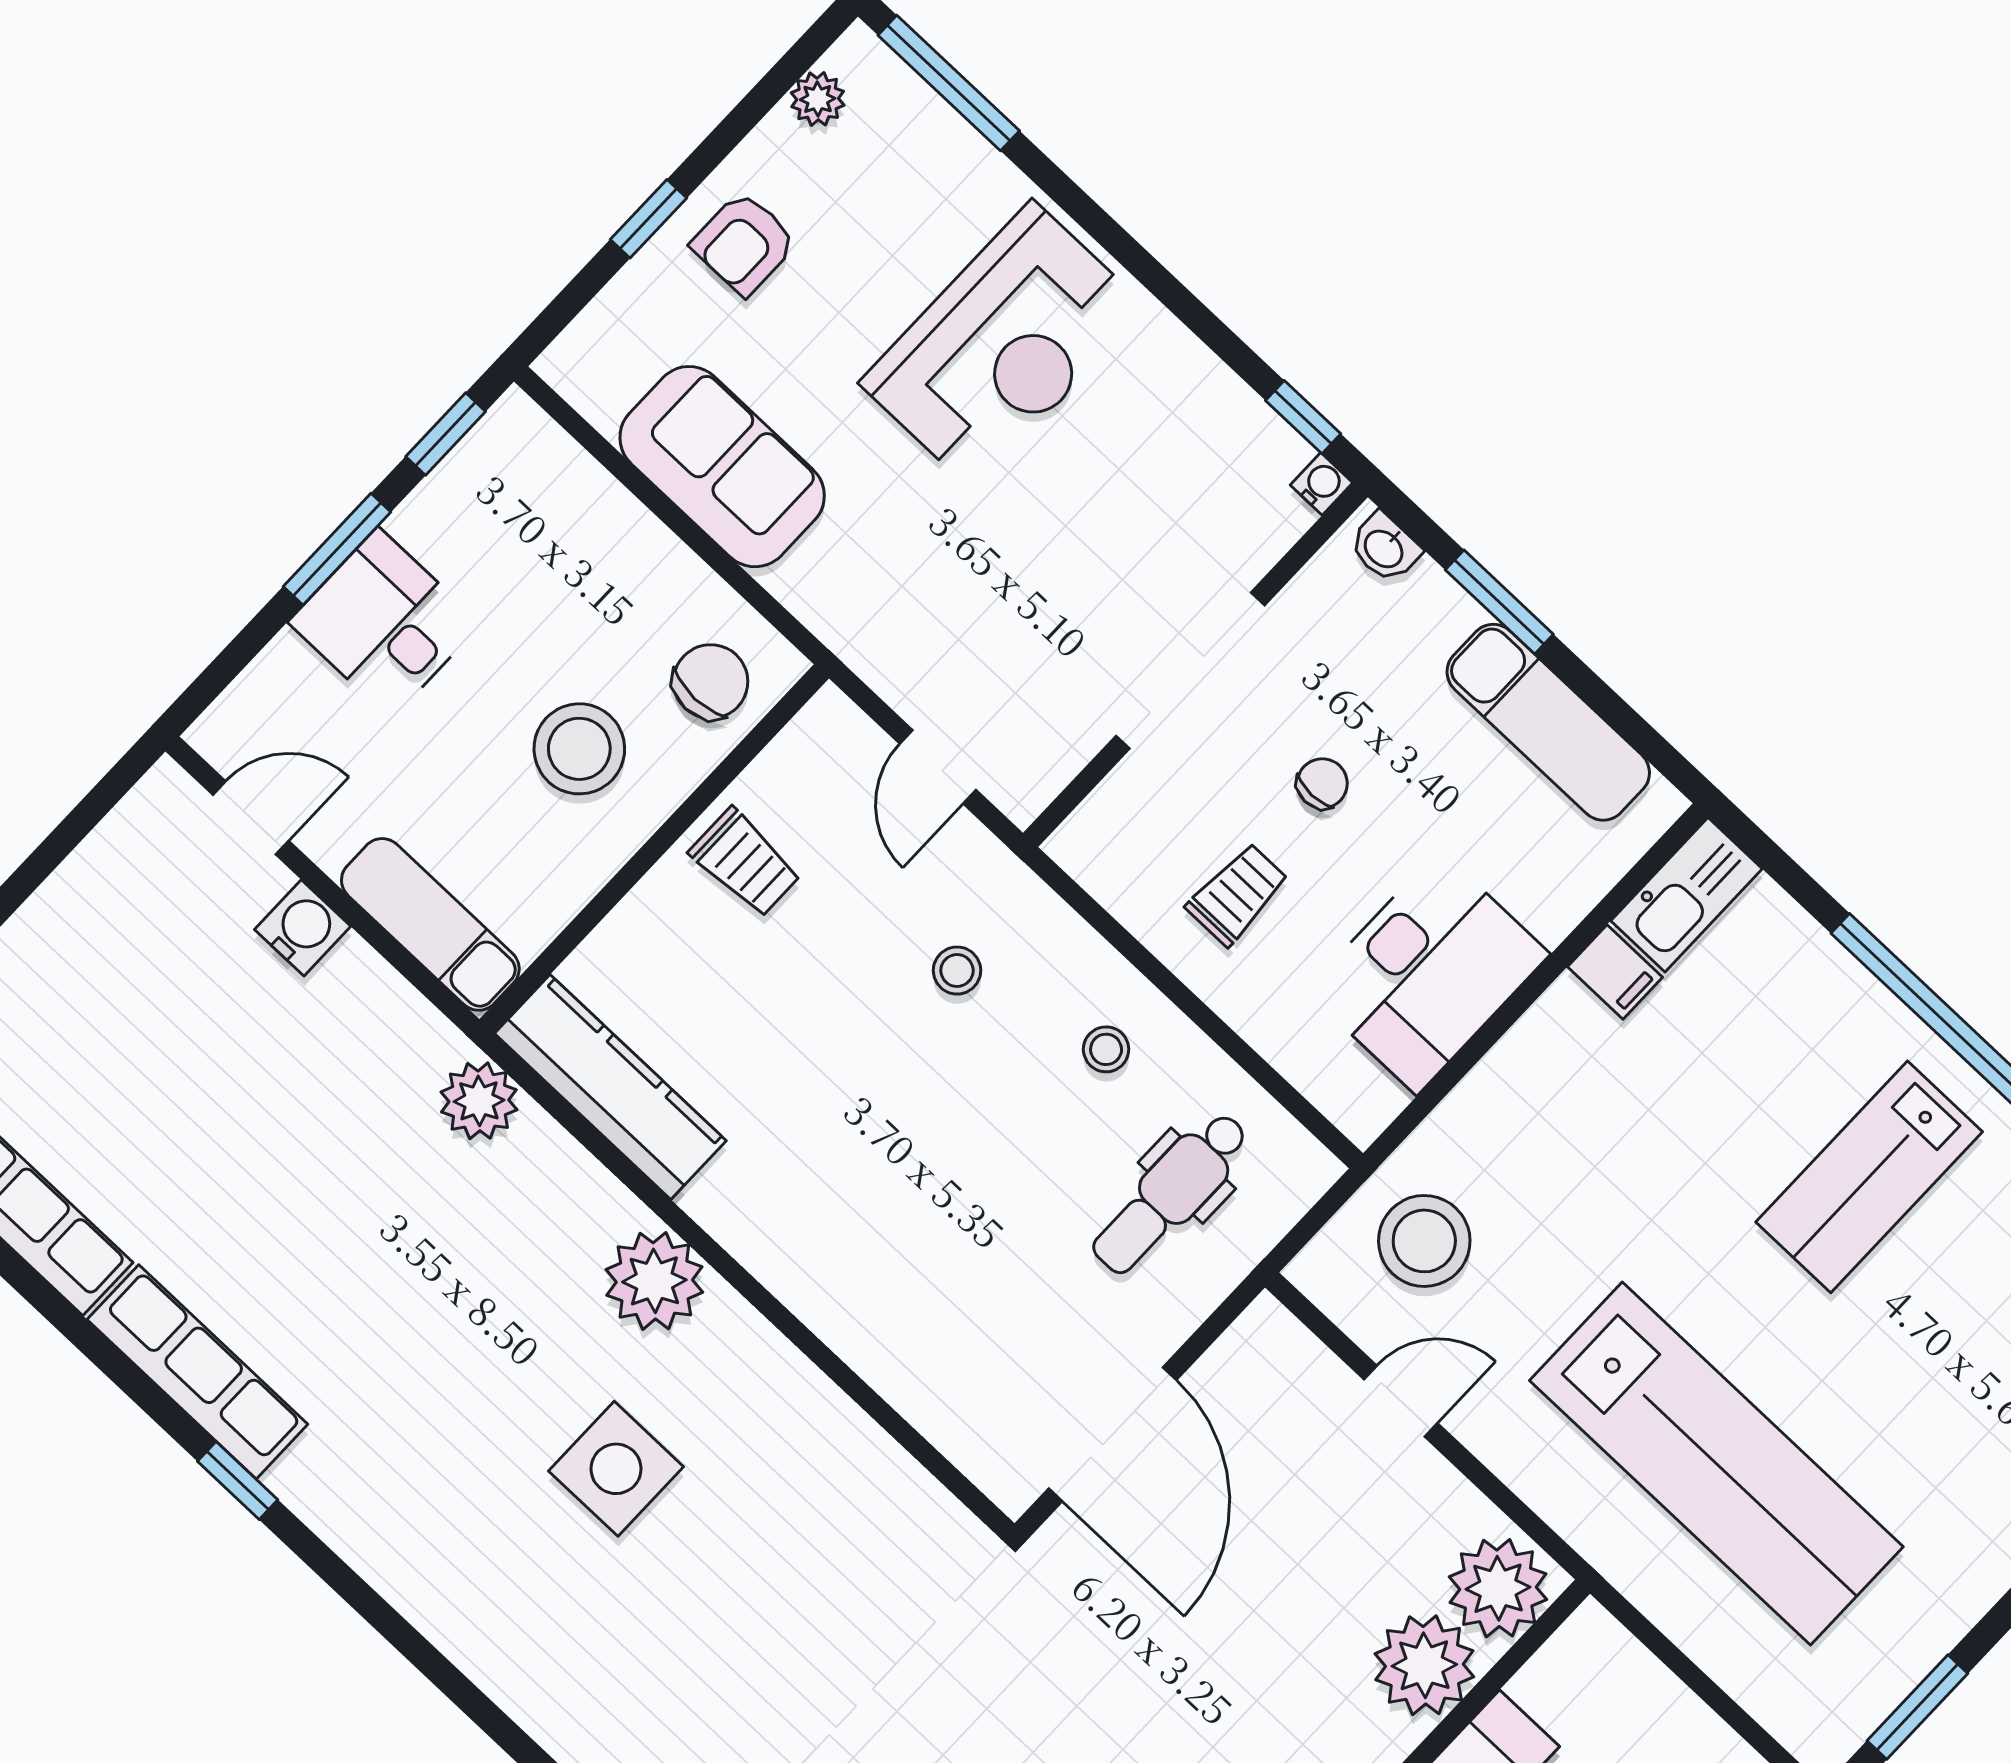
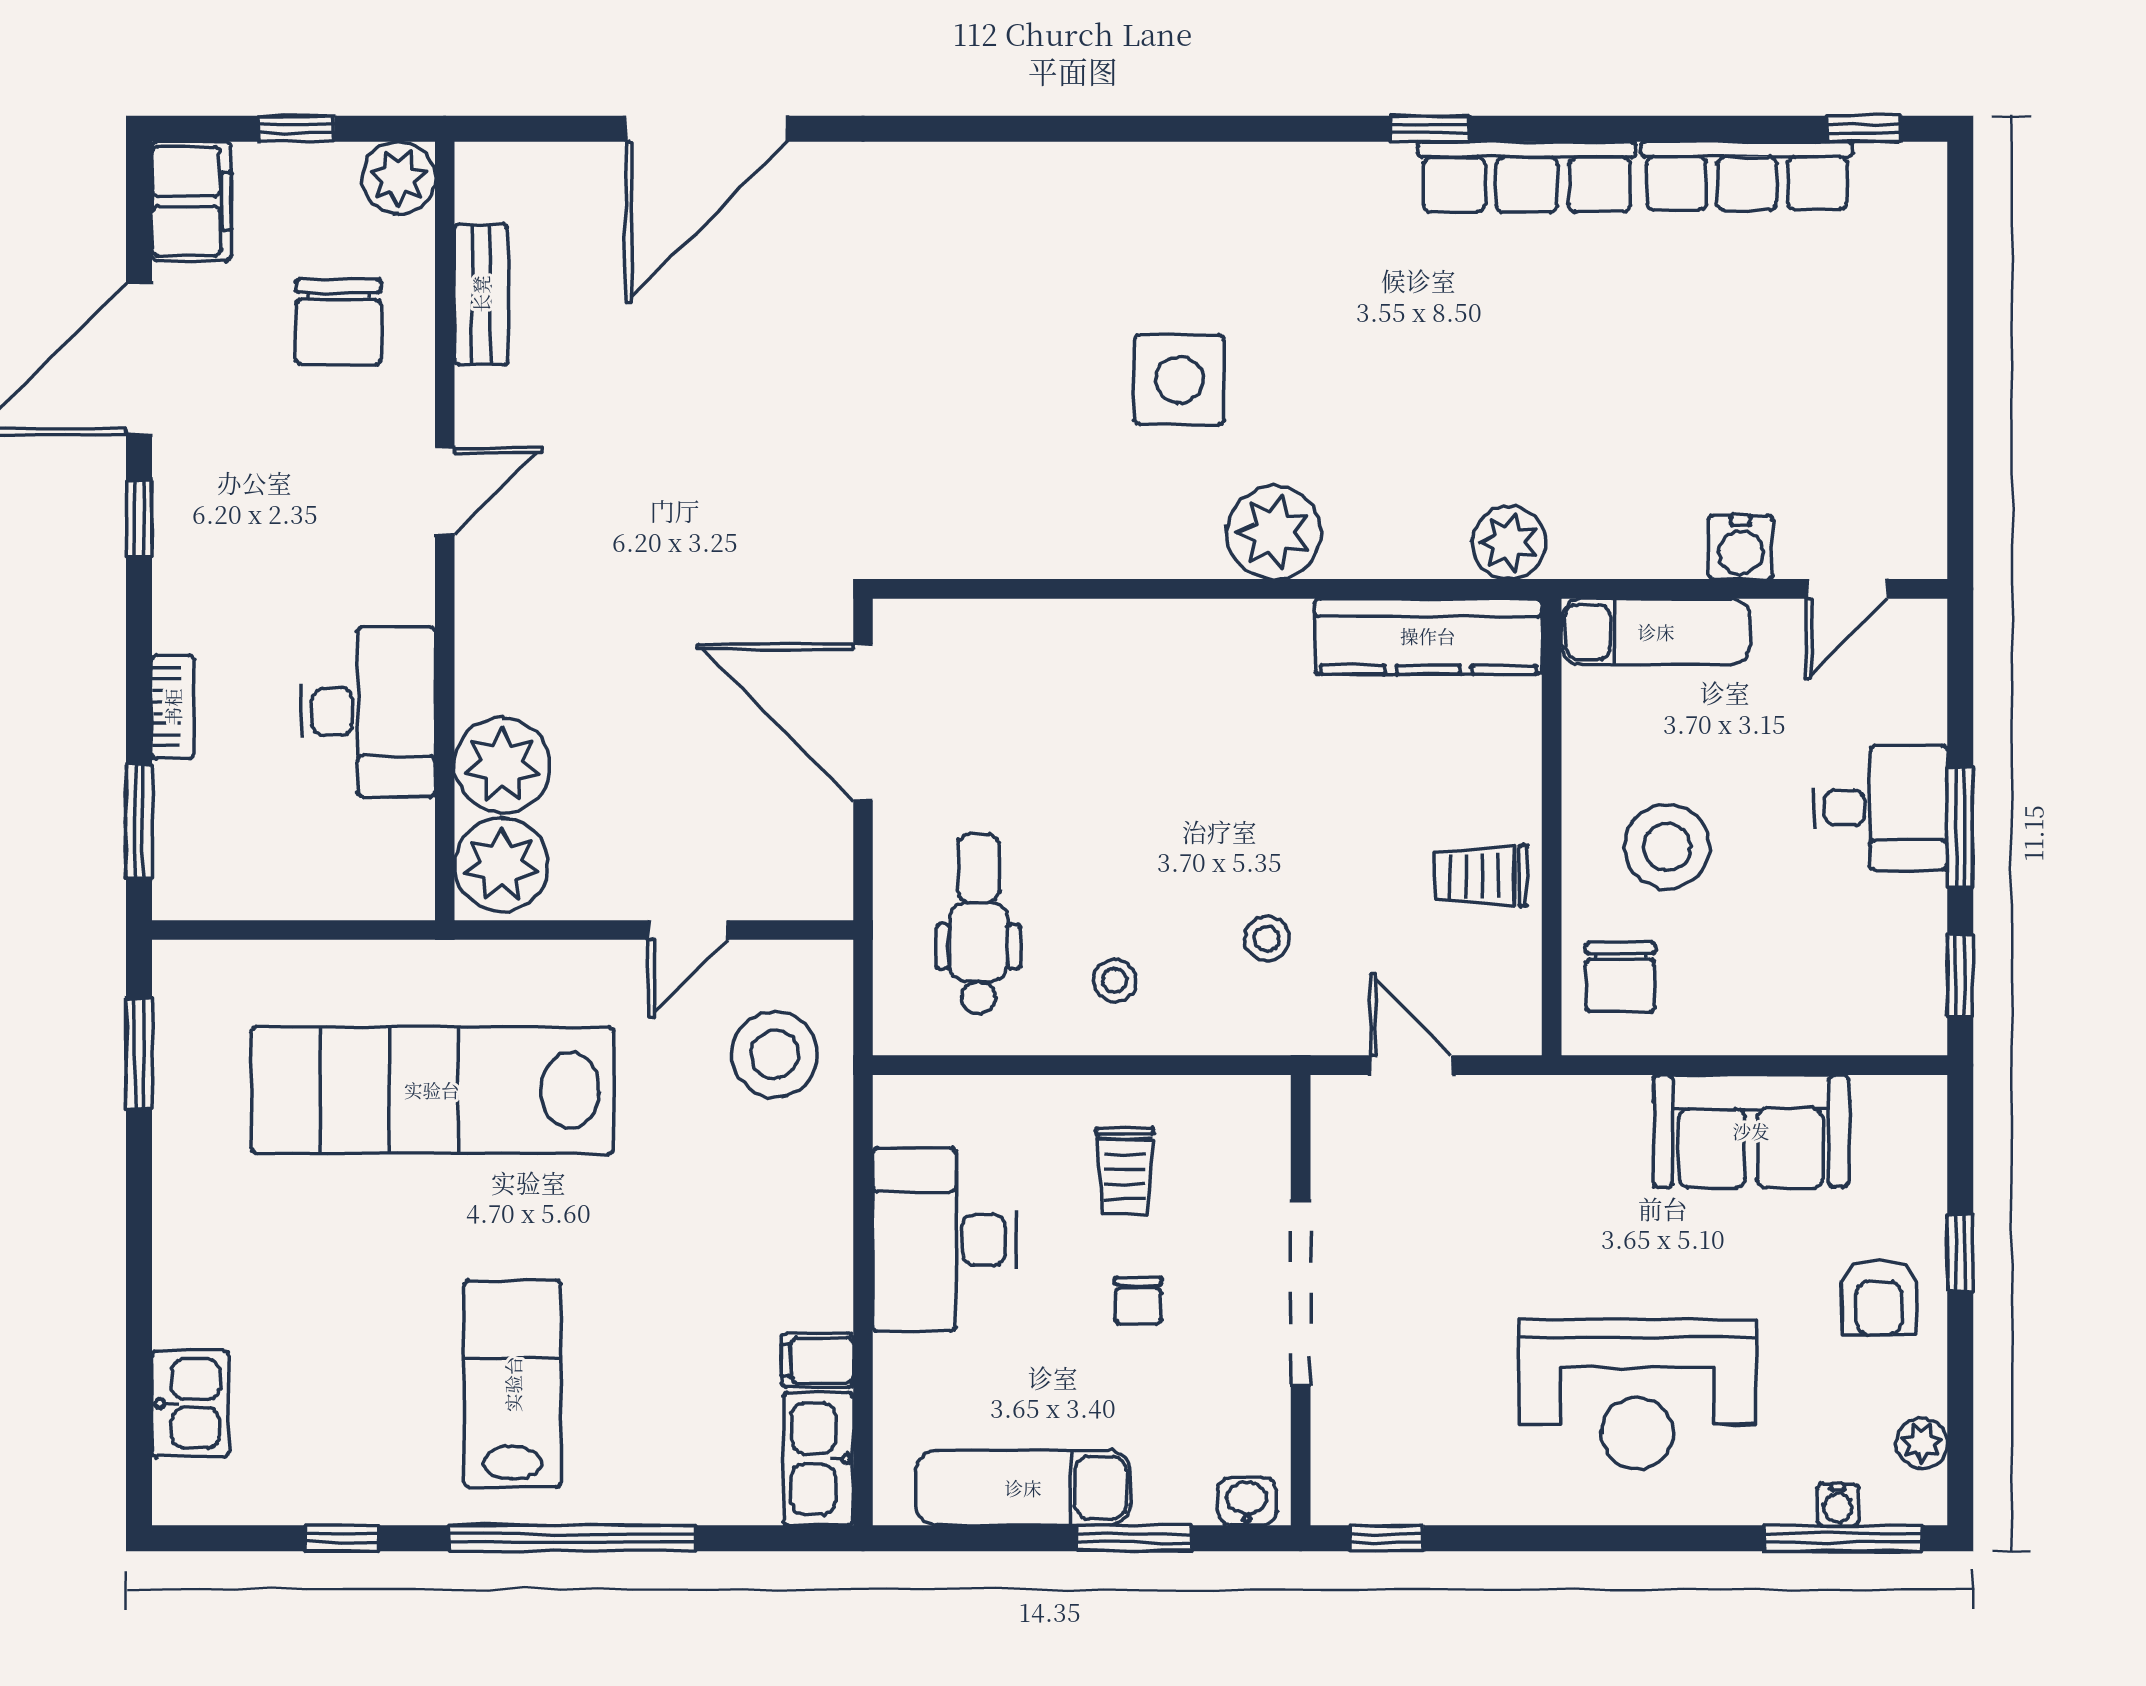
armchair: (744, 243) -> (1879, 1297), turned 180
reception desk: (1003, 345) -> (1637, 1394), turned -90
water cooler: (1322, 484) -> (1838, 1504), moved

